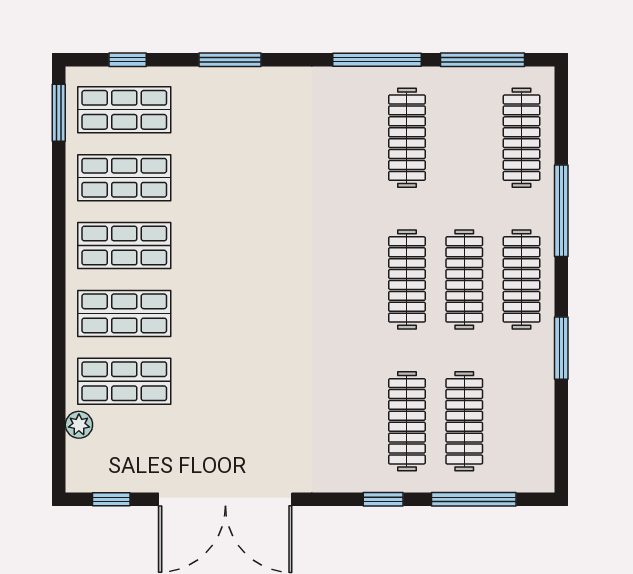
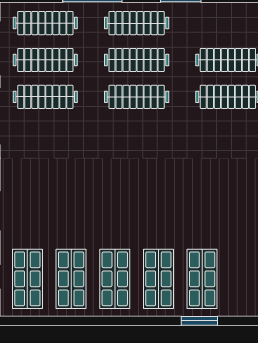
window: (59, 113) -> (199, 321), moved
clothes rail: (464, 138) -> (45, 60), added
plant: (79, 425) -> (230, 308), removed

